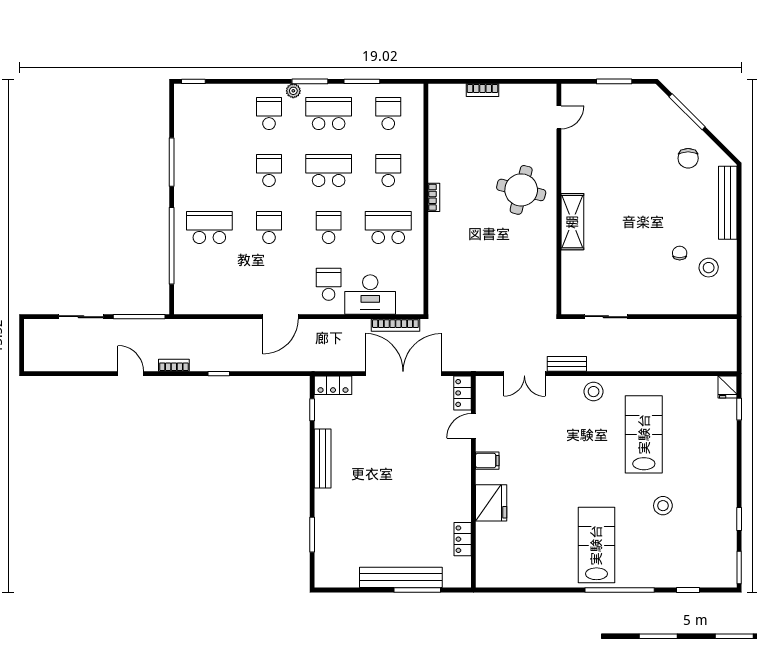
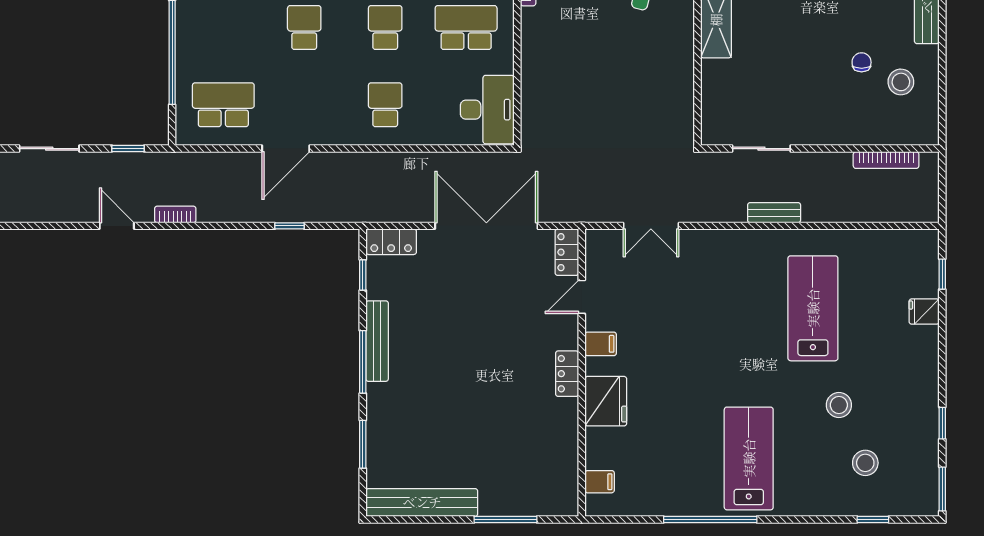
school desk: (209, 227) -> (223, 105), moved
desk: (370, 295) -> (487, 110), moved, turned -90
window: (139, 317) -> (128, 149), width x0.46
door: (280, 317) -> (286, 149), moved
bookcase: (395, 325) -> (886, 160), moved
bench: (567, 364) -> (774, 213), moved
window: (219, 374) -> (289, 226), moved
fridge: (728, 387) -> (924, 312), moved, turned 90
stool: (594, 392) -> (865, 463), moved
window: (312, 474) -> (363, 362), added
locker: (463, 539) -> (567, 374), moved
filing cabinet: (487, 562) -> (600, 482), added
bench: (401, 577) -> (422, 502), moved
window: (620, 590) -> (710, 520), moved

